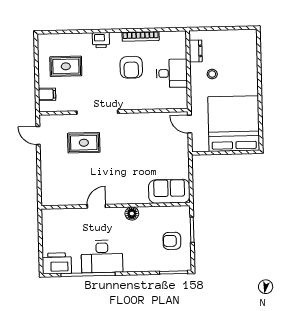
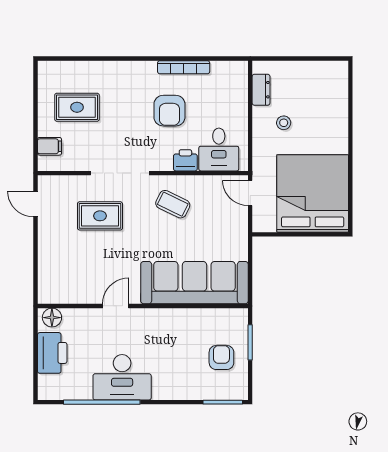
printer: (101, 40) -> (185, 160), moved, turned 180
desk: (172, 73) -> (219, 149), moved, turned 90
coffee table: (135, 133) -> (173, 204), added
sofa: (169, 191) -> (194, 283), width x1.85, depth x1.27
floor lamp: (132, 214) -> (52, 318), moved
armchair: (172, 241) -> (221, 357), turned 90
printer: (57, 263) -> (52, 353), moved, turned 90

